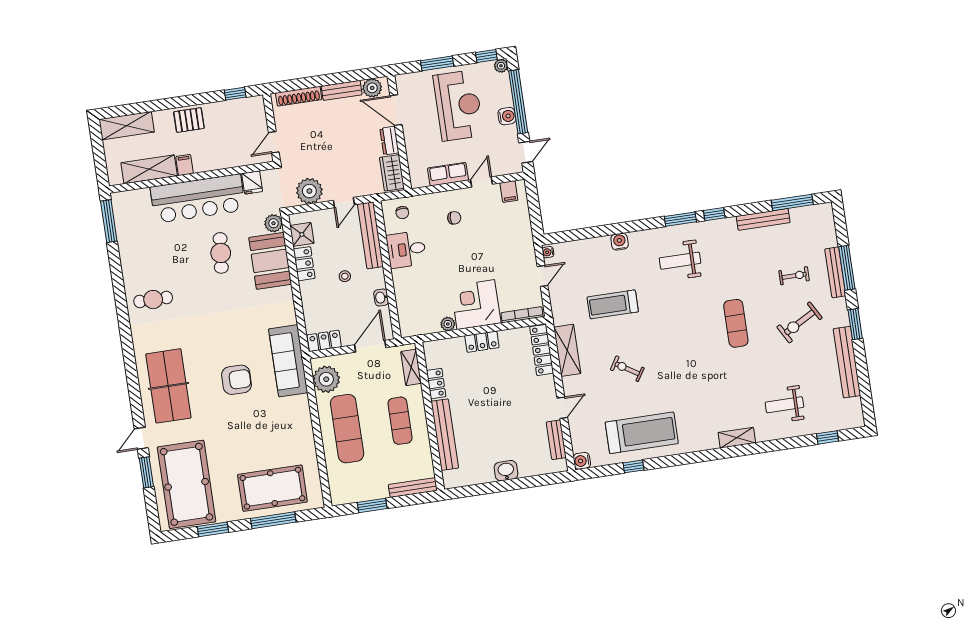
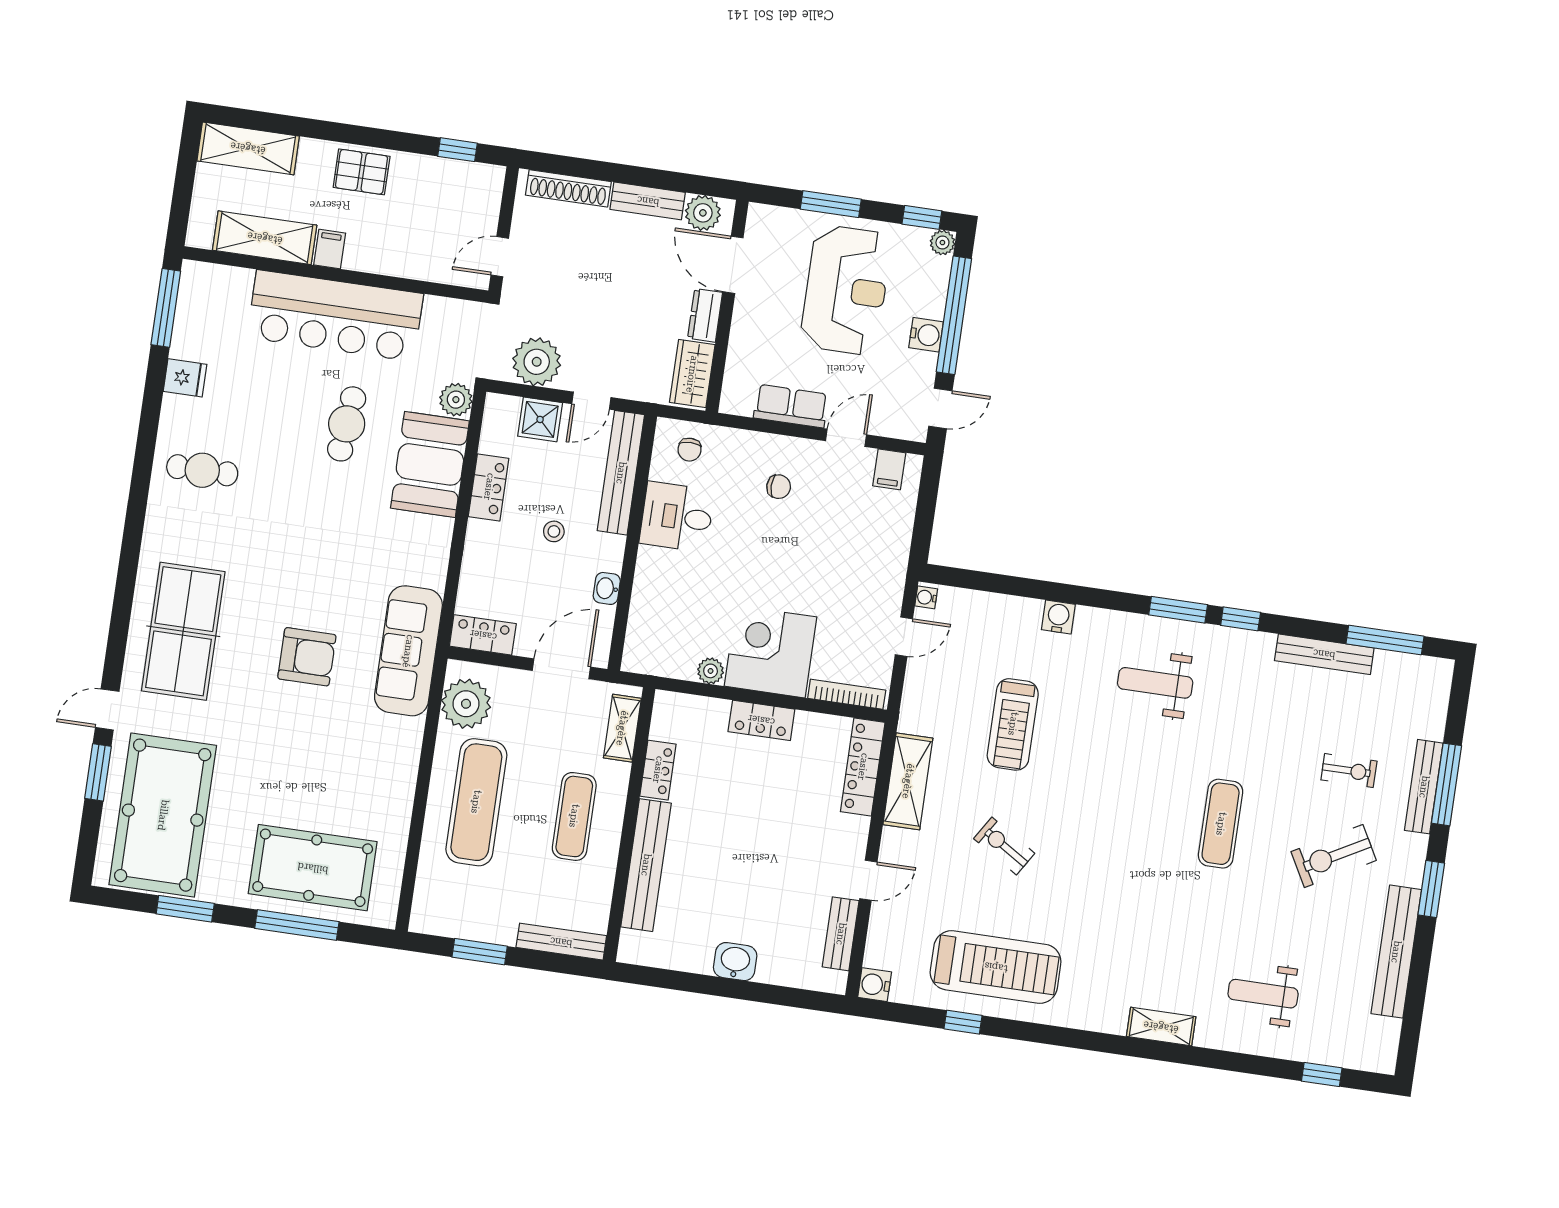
fridge: (252, 182) -> (185, 378), moved, turned -90
shower: (302, 234) -> (540, 419), moved
treadmill: (613, 304) -> (1013, 724), turned -90

